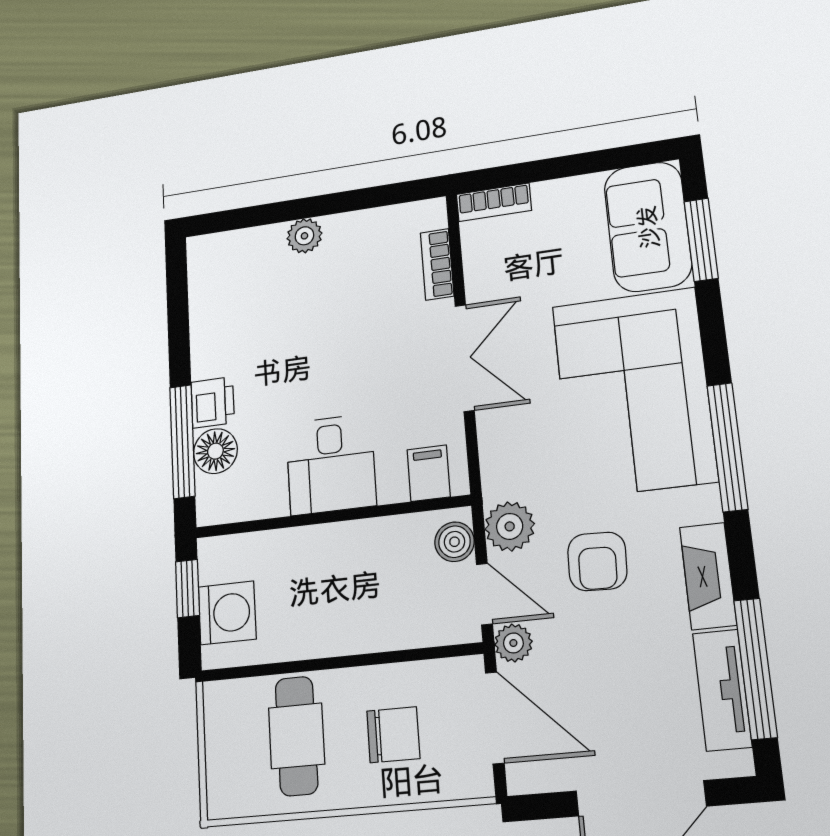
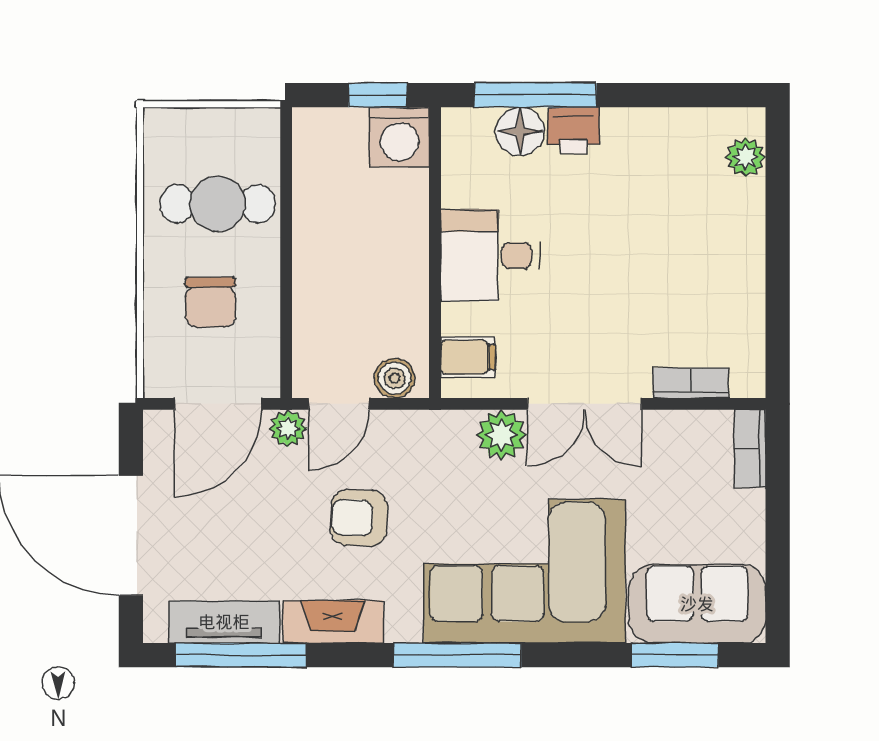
plant: (304, 236) -> (746, 157), moved
plant: (510, 526) -> (502, 435), moved
washing machine: (227, 613) -> (399, 137), moved

